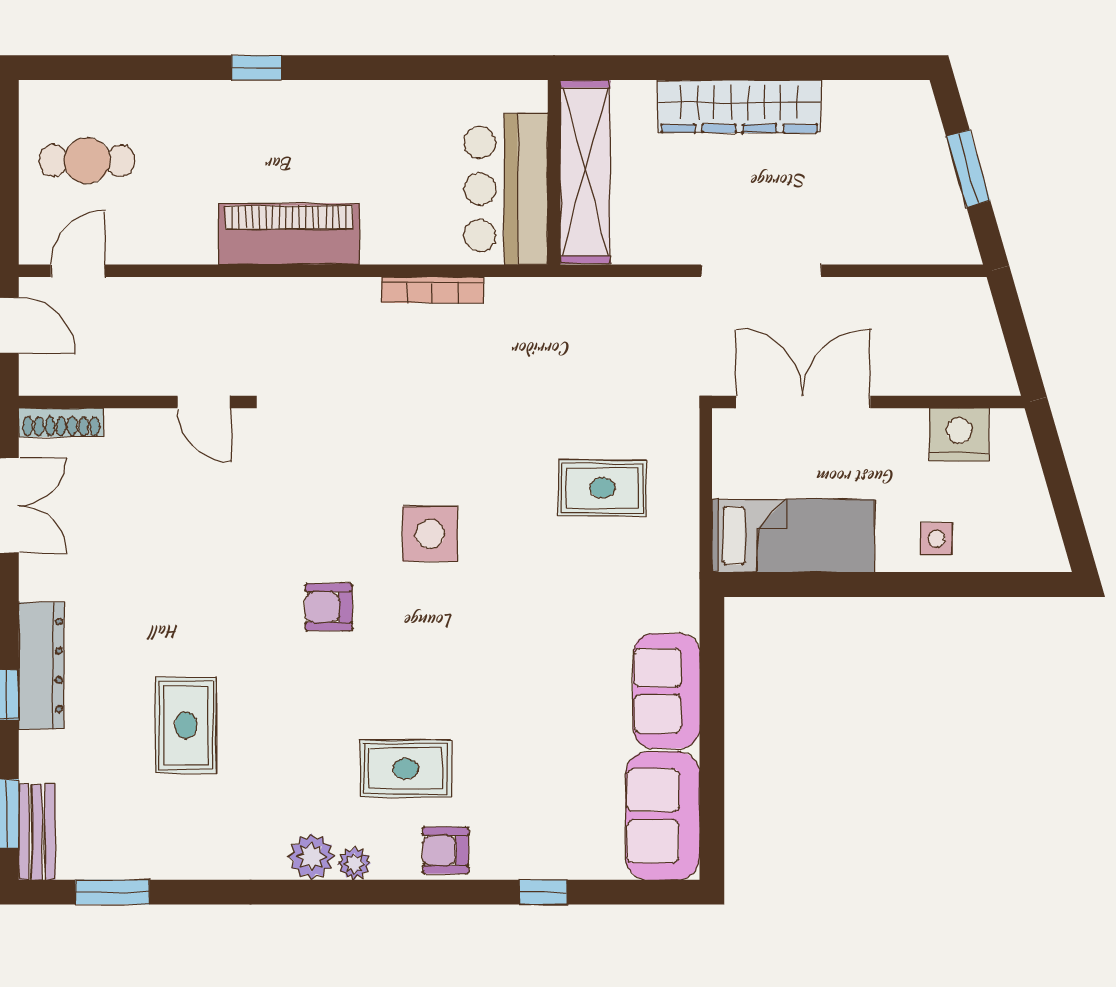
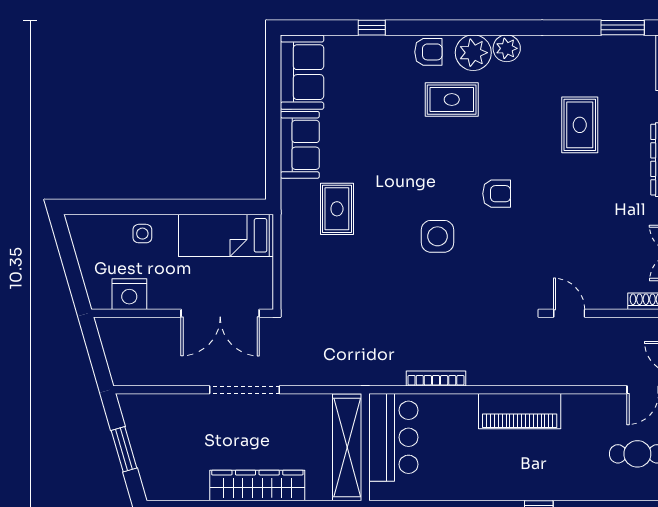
rug: (602, 488) -> (337, 209), moved, turned 90
plant: (354, 863) -> (473, 53), width x1.87, depth x1.87

